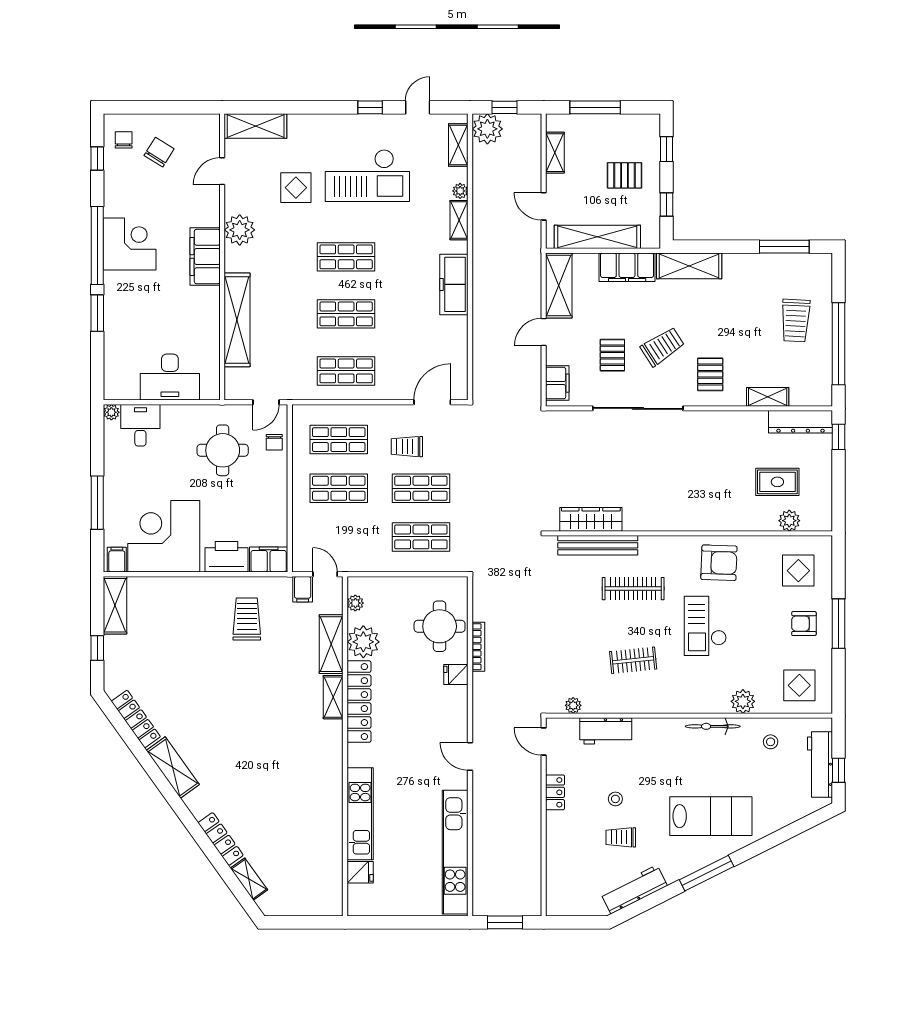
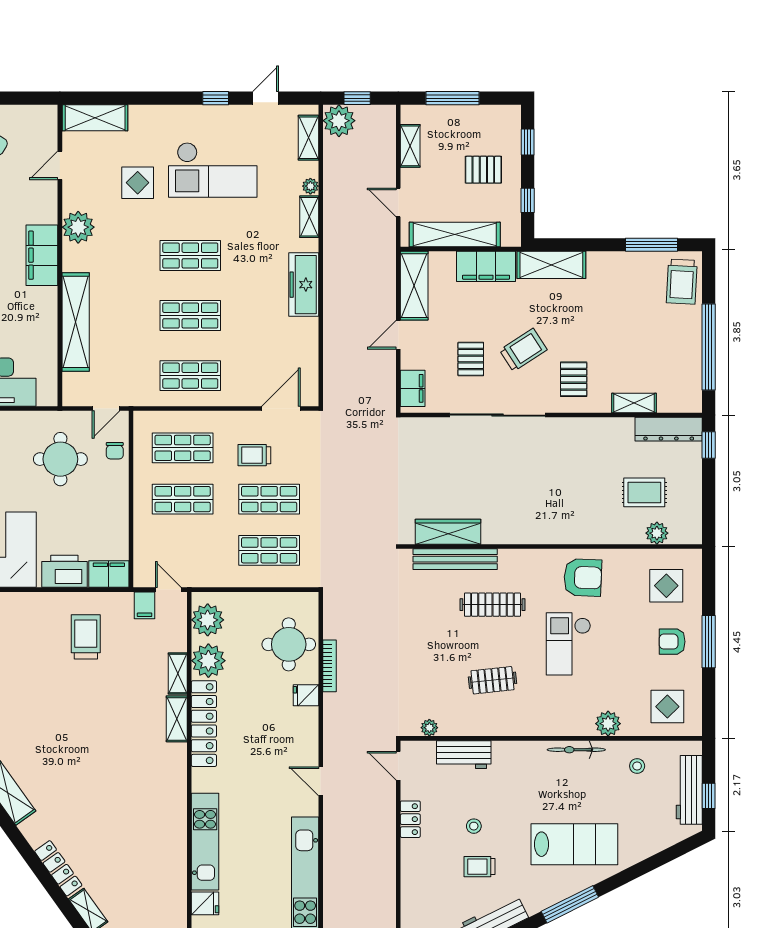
trolley: (796, 320) -> (682, 282), moved
plant: (355, 603) -> (208, 620), width x1.88, depth x1.88
shelving: (331, 644) -> (178, 674), width x0.67, depth x0.75

